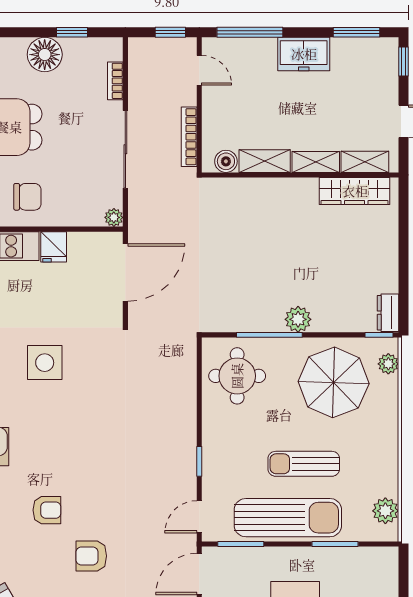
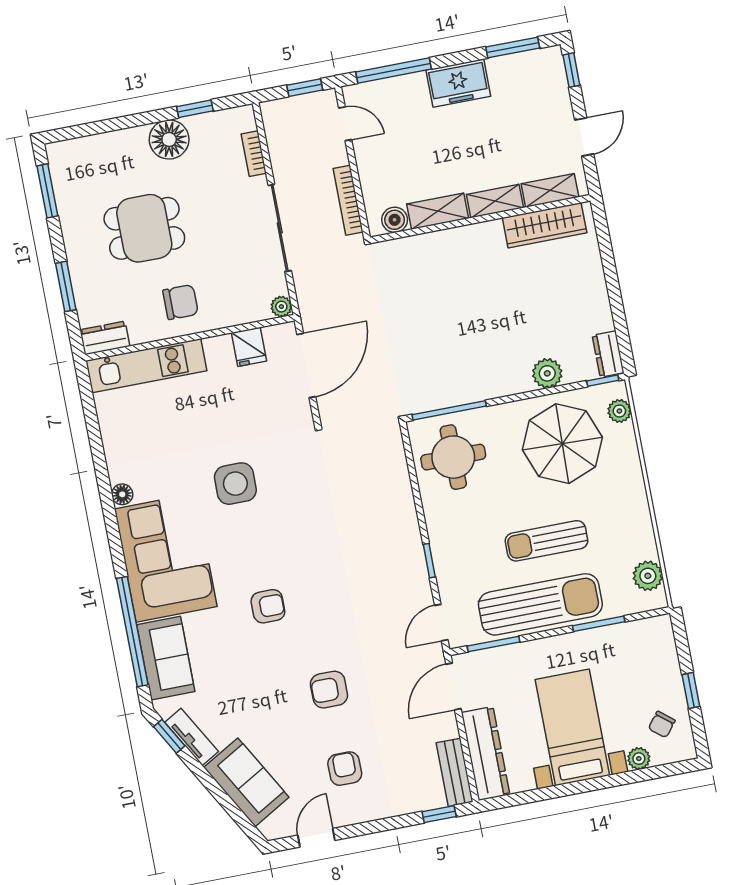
fridge: (54, 247) -> (249, 347), moved
plant: (298, 319) -> (547, 373), moved
window: (269, 335) -> (449, 410), moved
armchair: (47, 510) -> (268, 606), moved

